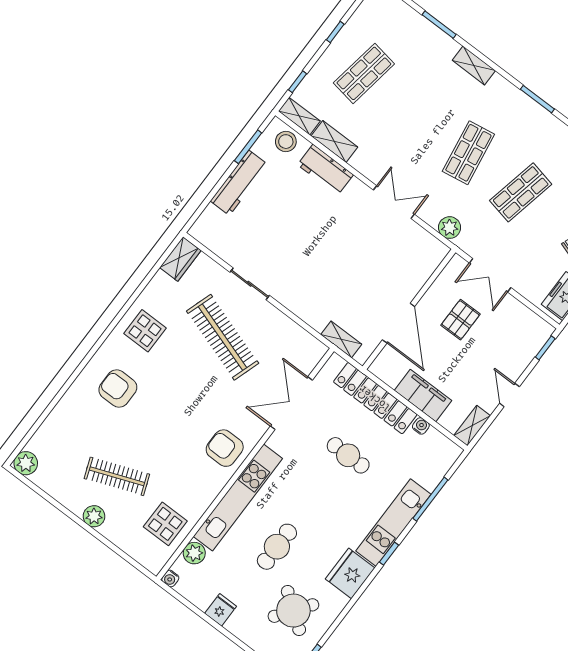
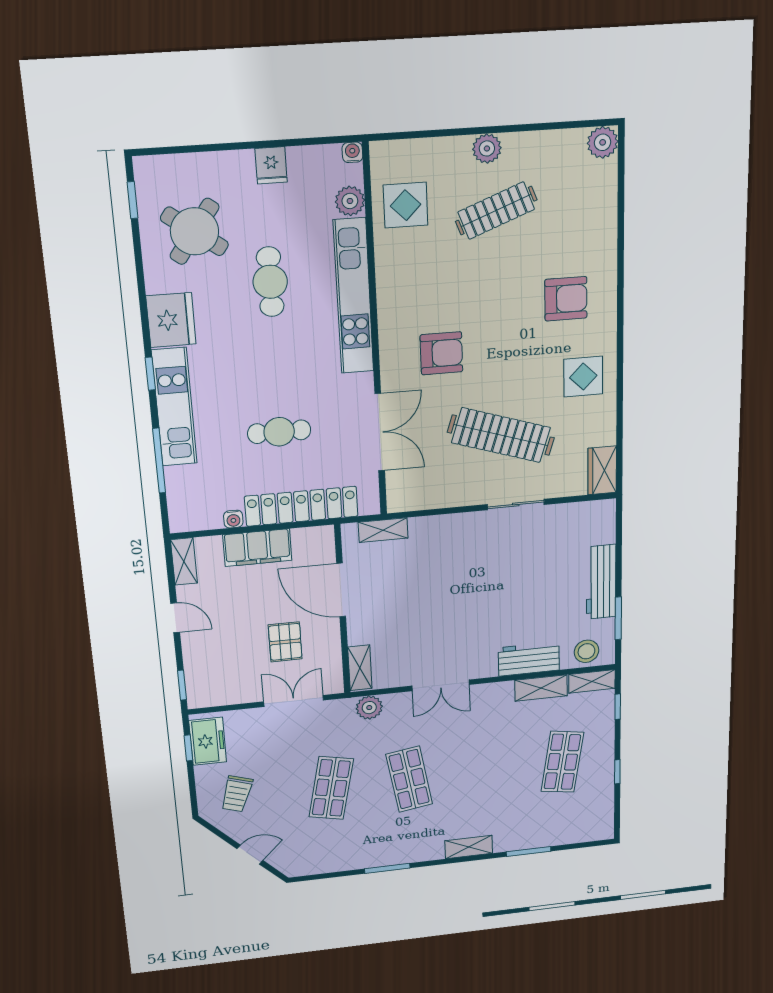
shelving: (432, 261) -> (360, 668), added
armchair: (225, 448) -> (441, 353), moved

